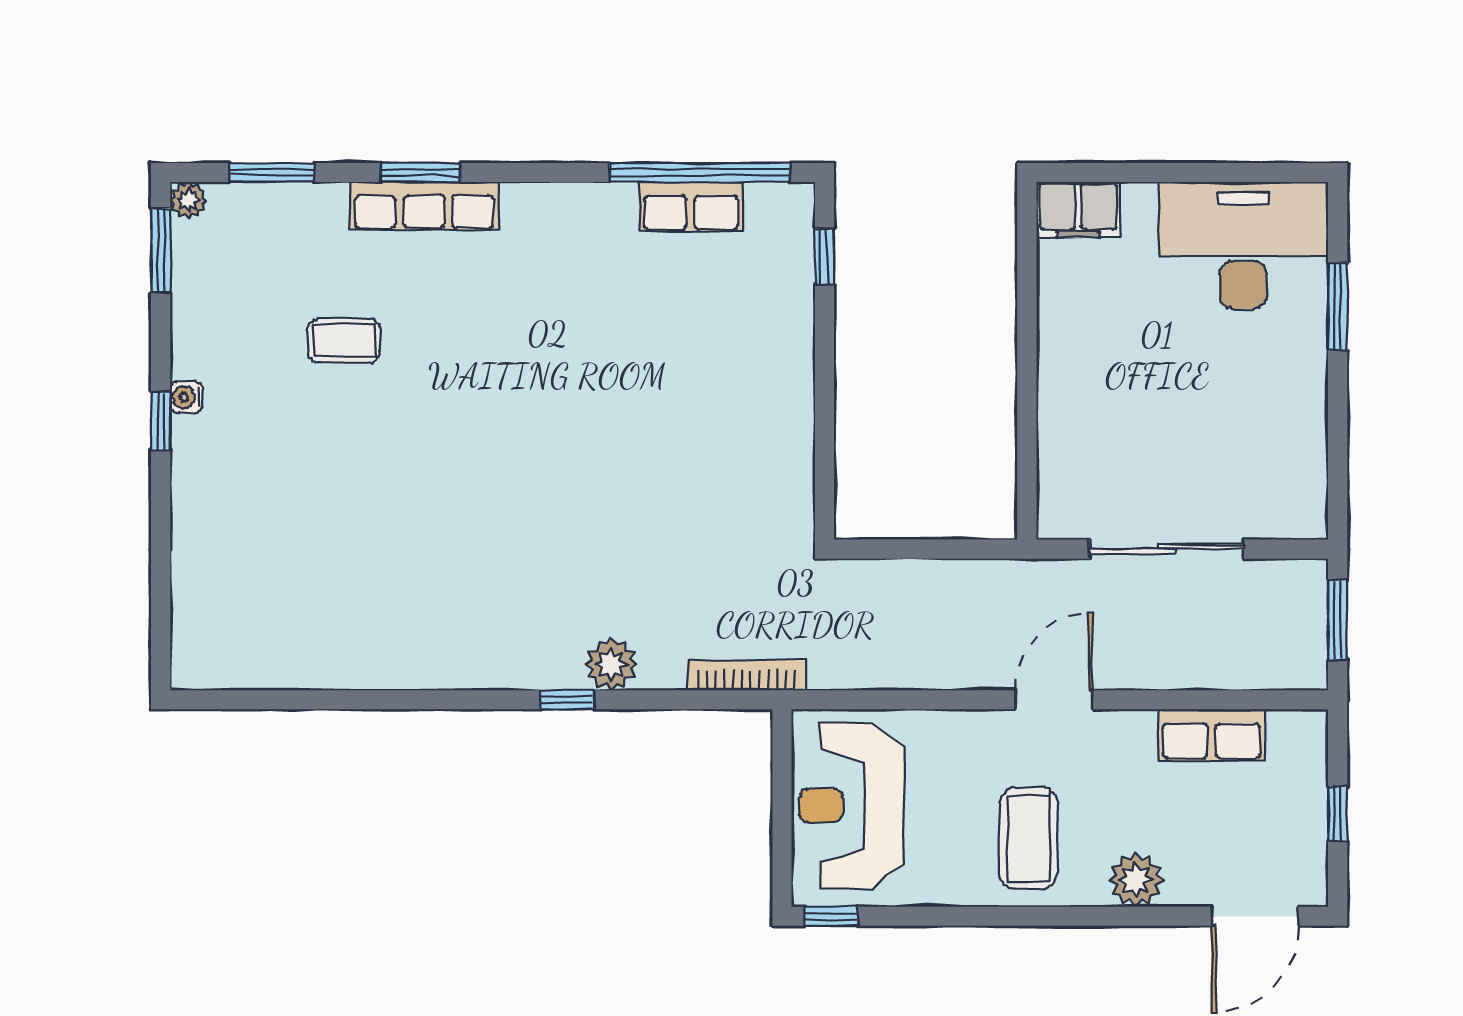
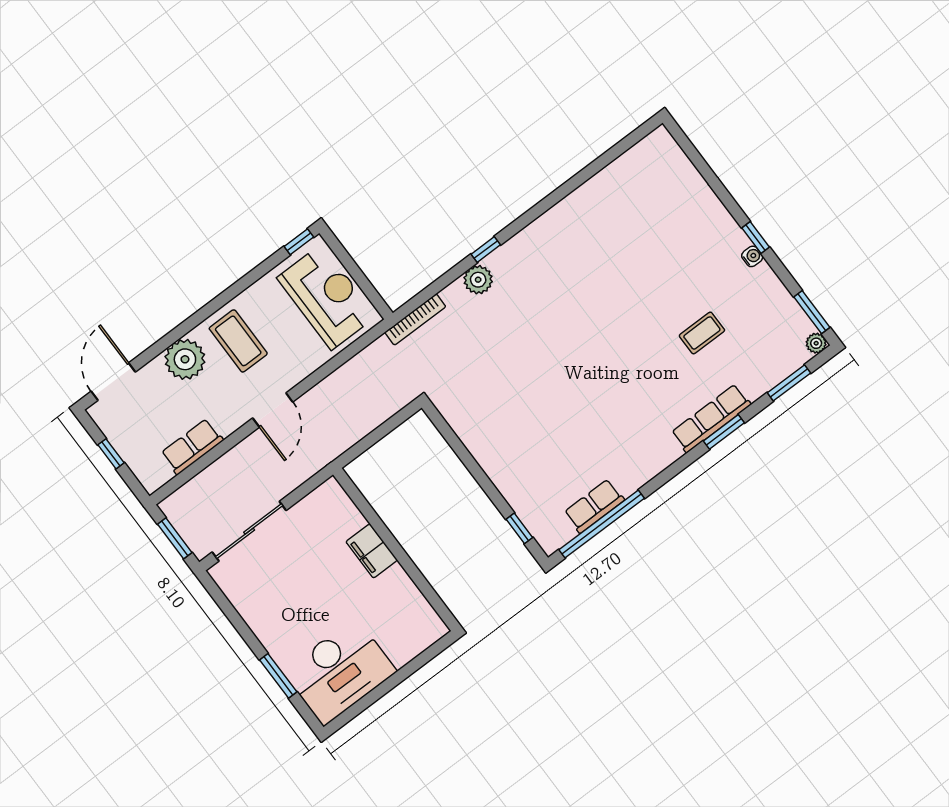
filing cabinet: (1078, 210) -> (372, 551), moved, turned -90
sliding door: (1167, 549) -> (249, 531), moved
plant: (1136, 880) -> (185, 359), width x1.36, depth x1.36

